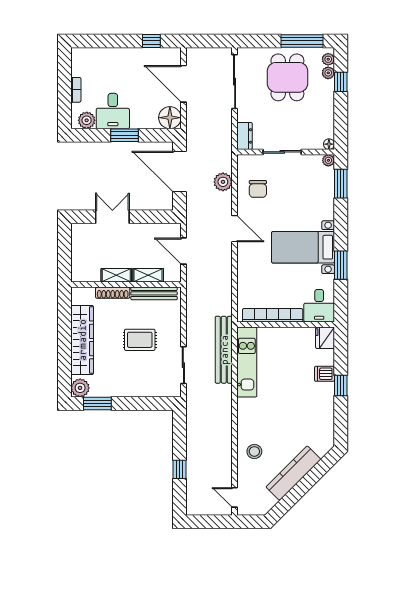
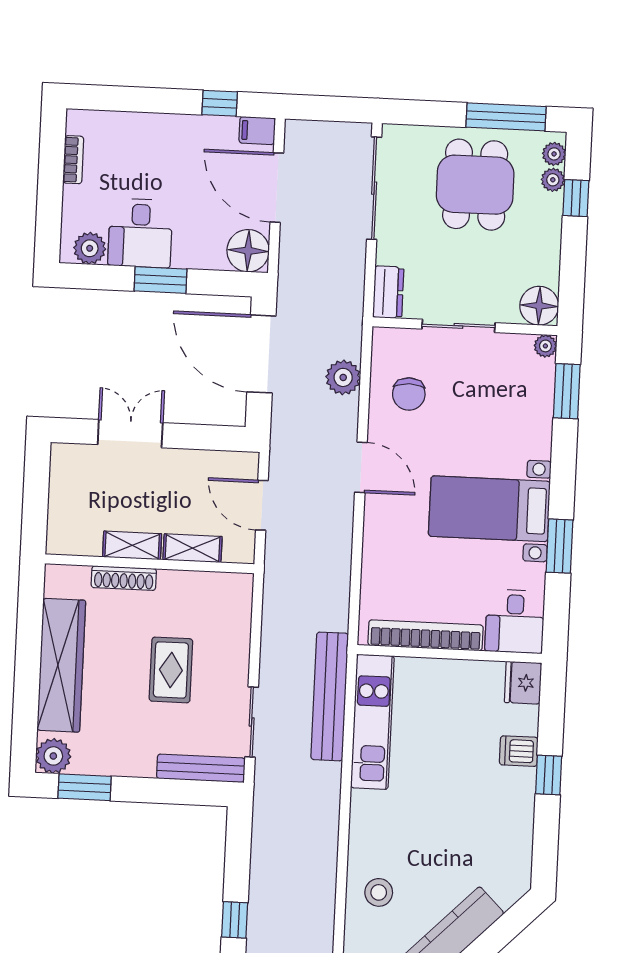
filing cabinet: (172, 54) -> (257, 131), added
bookcase: (76, 90) -> (73, 160), moved
floor lamp: (329, 144) -> (539, 306), width x1.89, depth x1.89
bench: (154, 293) -> (201, 768), moved
rug: (140, 340) -> (171, 670), turned 90

